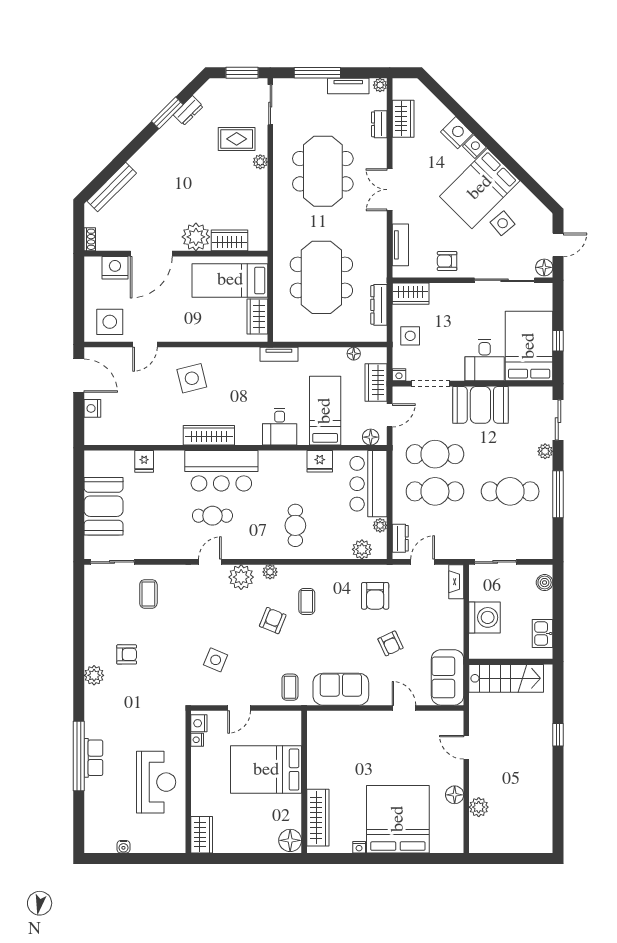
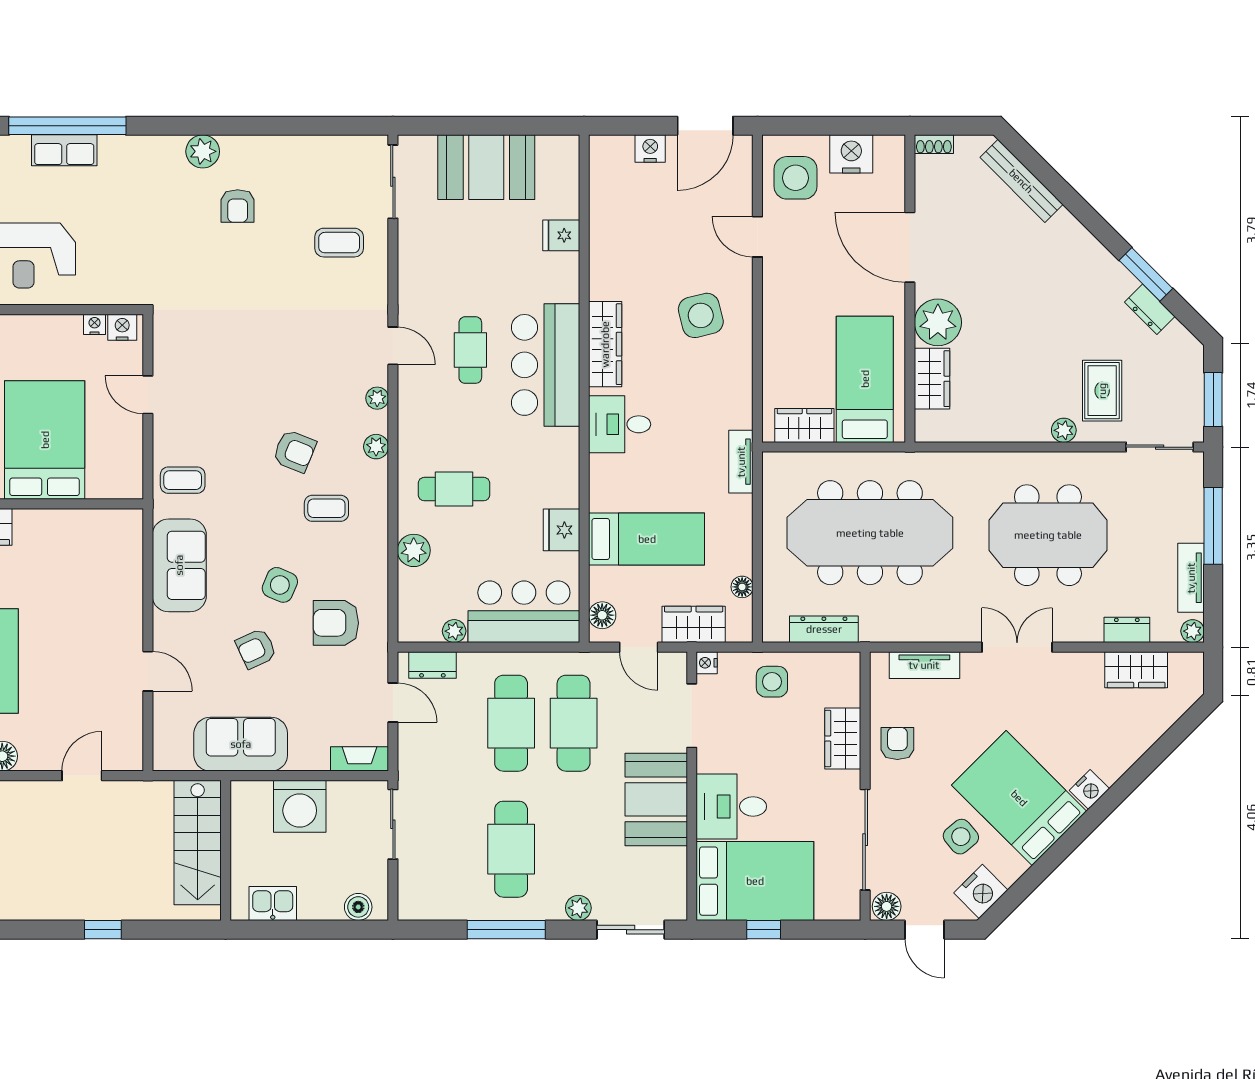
nightstand: (457, 133) -> (981, 892), moved
nightstand: (115, 268) -> (851, 154), moved, turned -90
meeting table: (321, 277) -> (870, 533), width x1.36
wardrobe: (411, 294) -> (843, 739), moved
desk: (280, 427) -> (620, 424), moved
plant: (362, 549) -> (414, 550), moved
plant: (241, 577) -> (377, 398), width x0.53, depth x0.53
side table: (216, 660) -> (280, 585), moved
sofa: (447, 677) -> (241, 744), moved
door: (404, 708) -> (148, 671), hinge flipped

